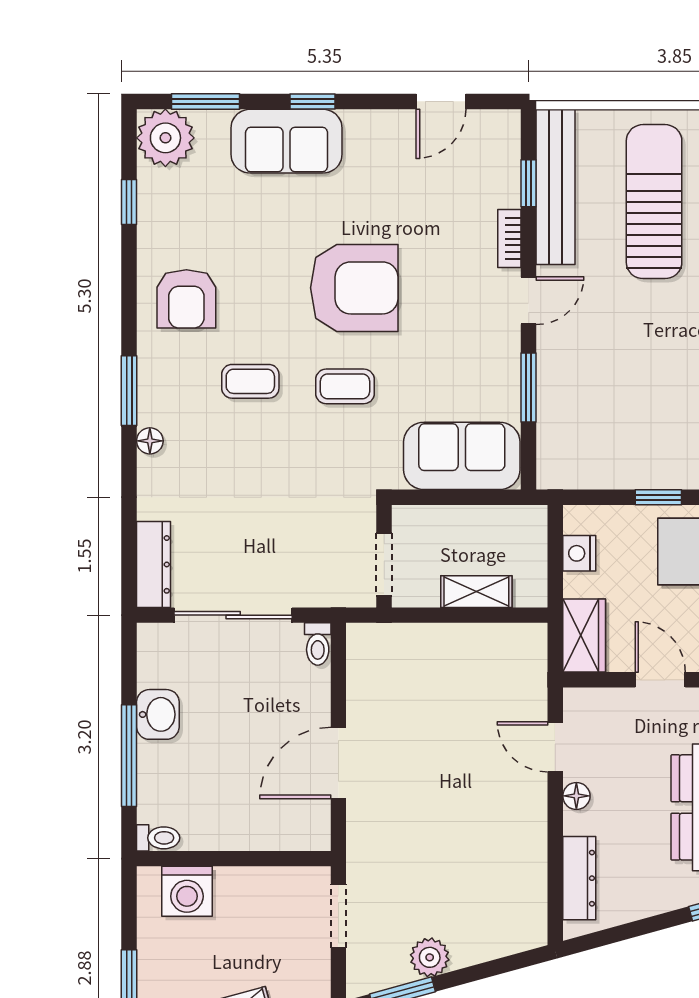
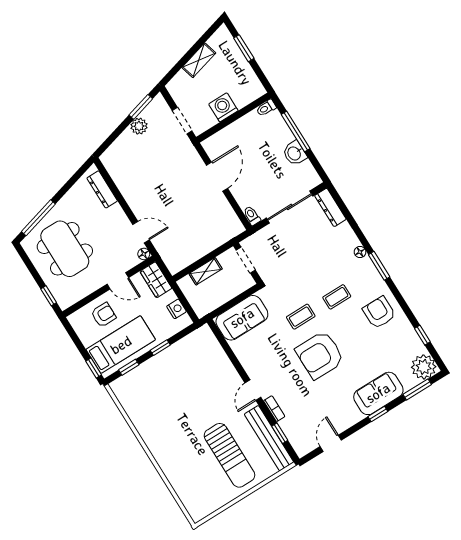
window: (529, 387) -> (233, 358), removed
floor lamp: (576, 796) -> (144, 254), moved
washing machine: (187, 891) -> (223, 107), moved

